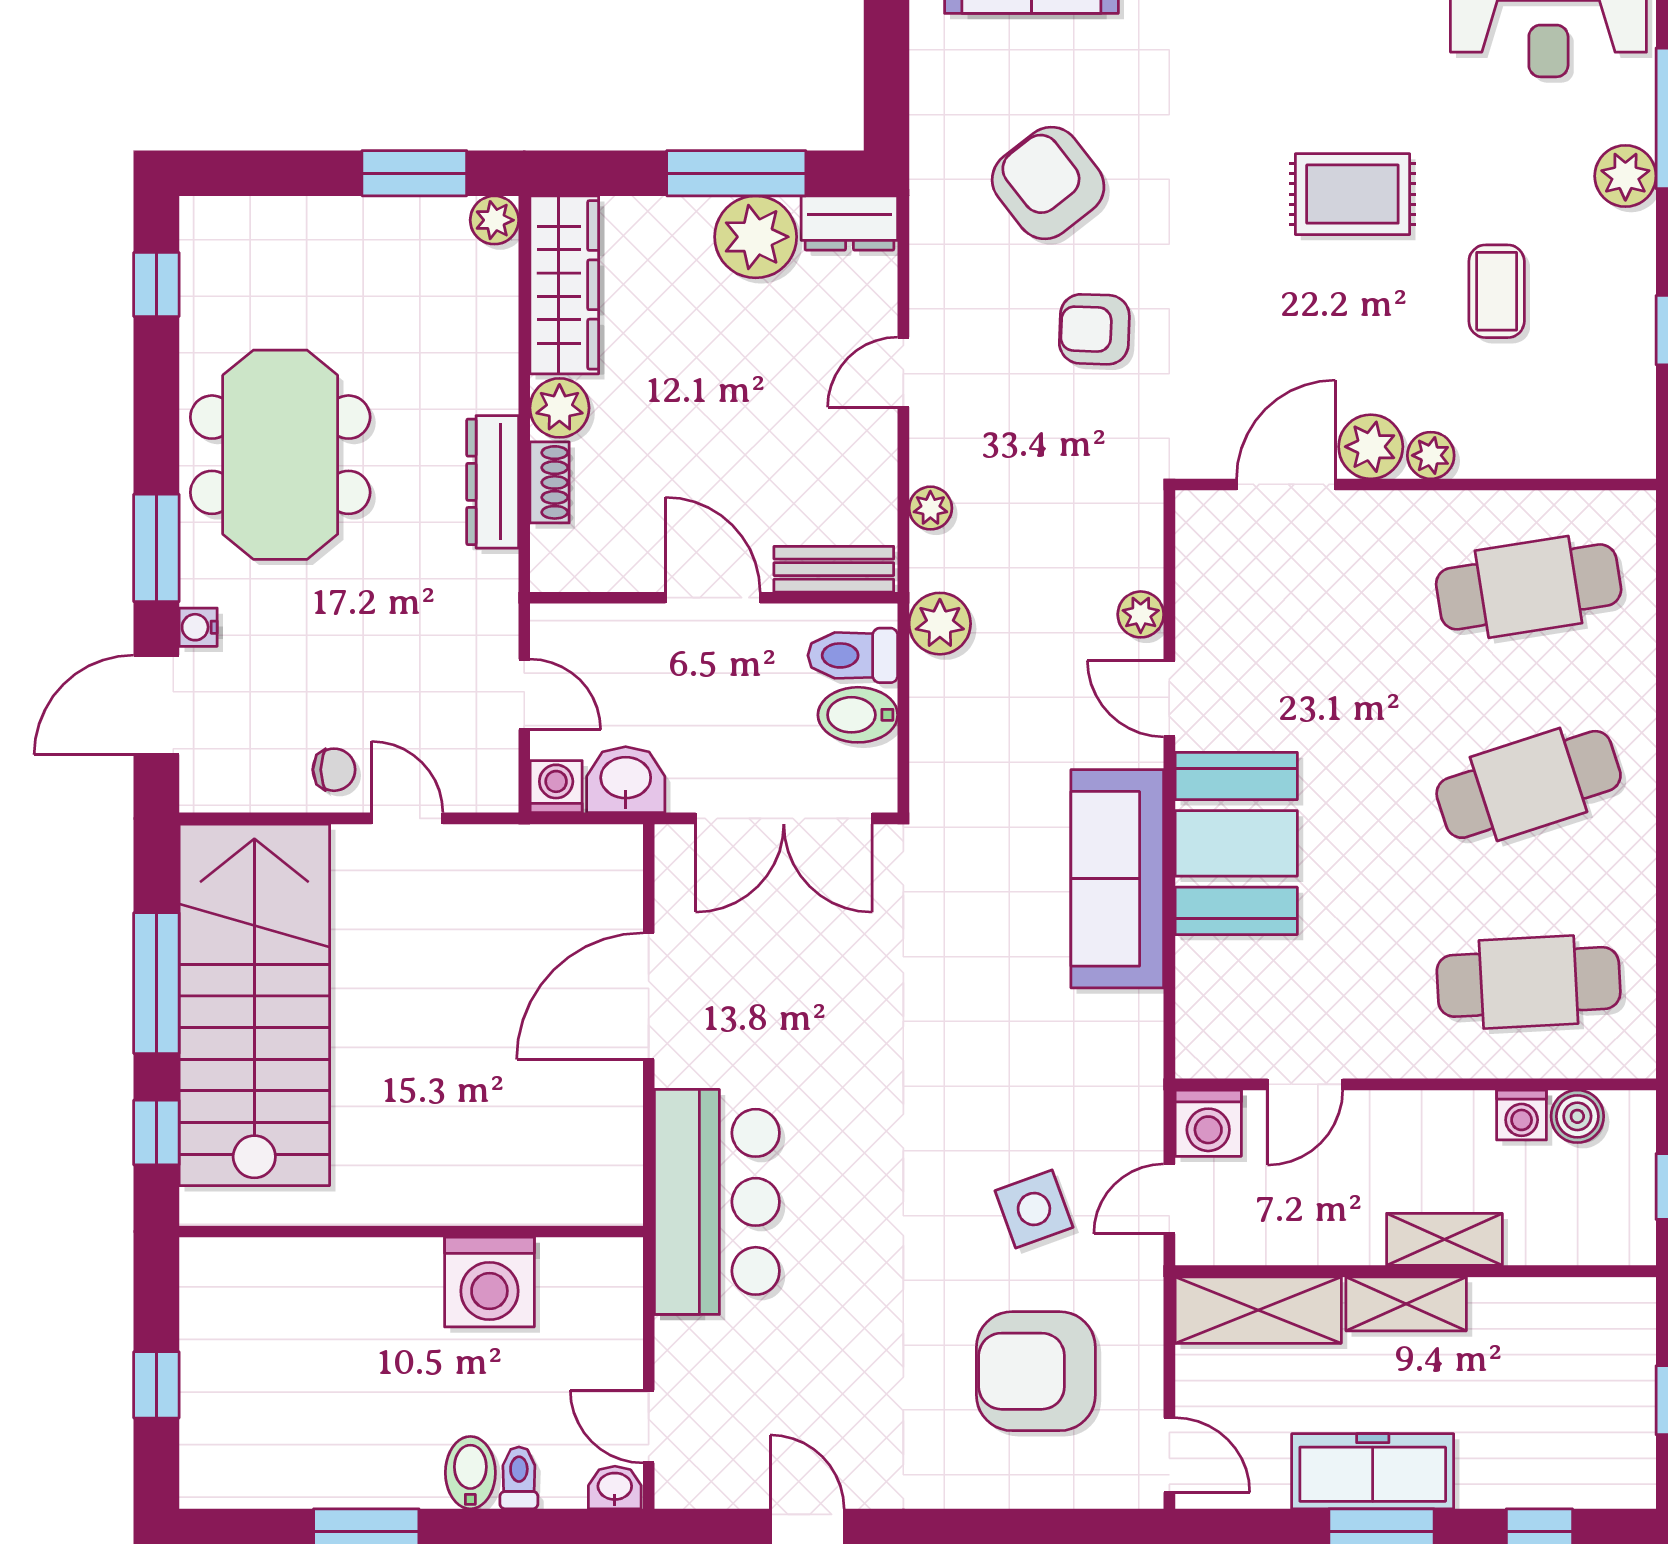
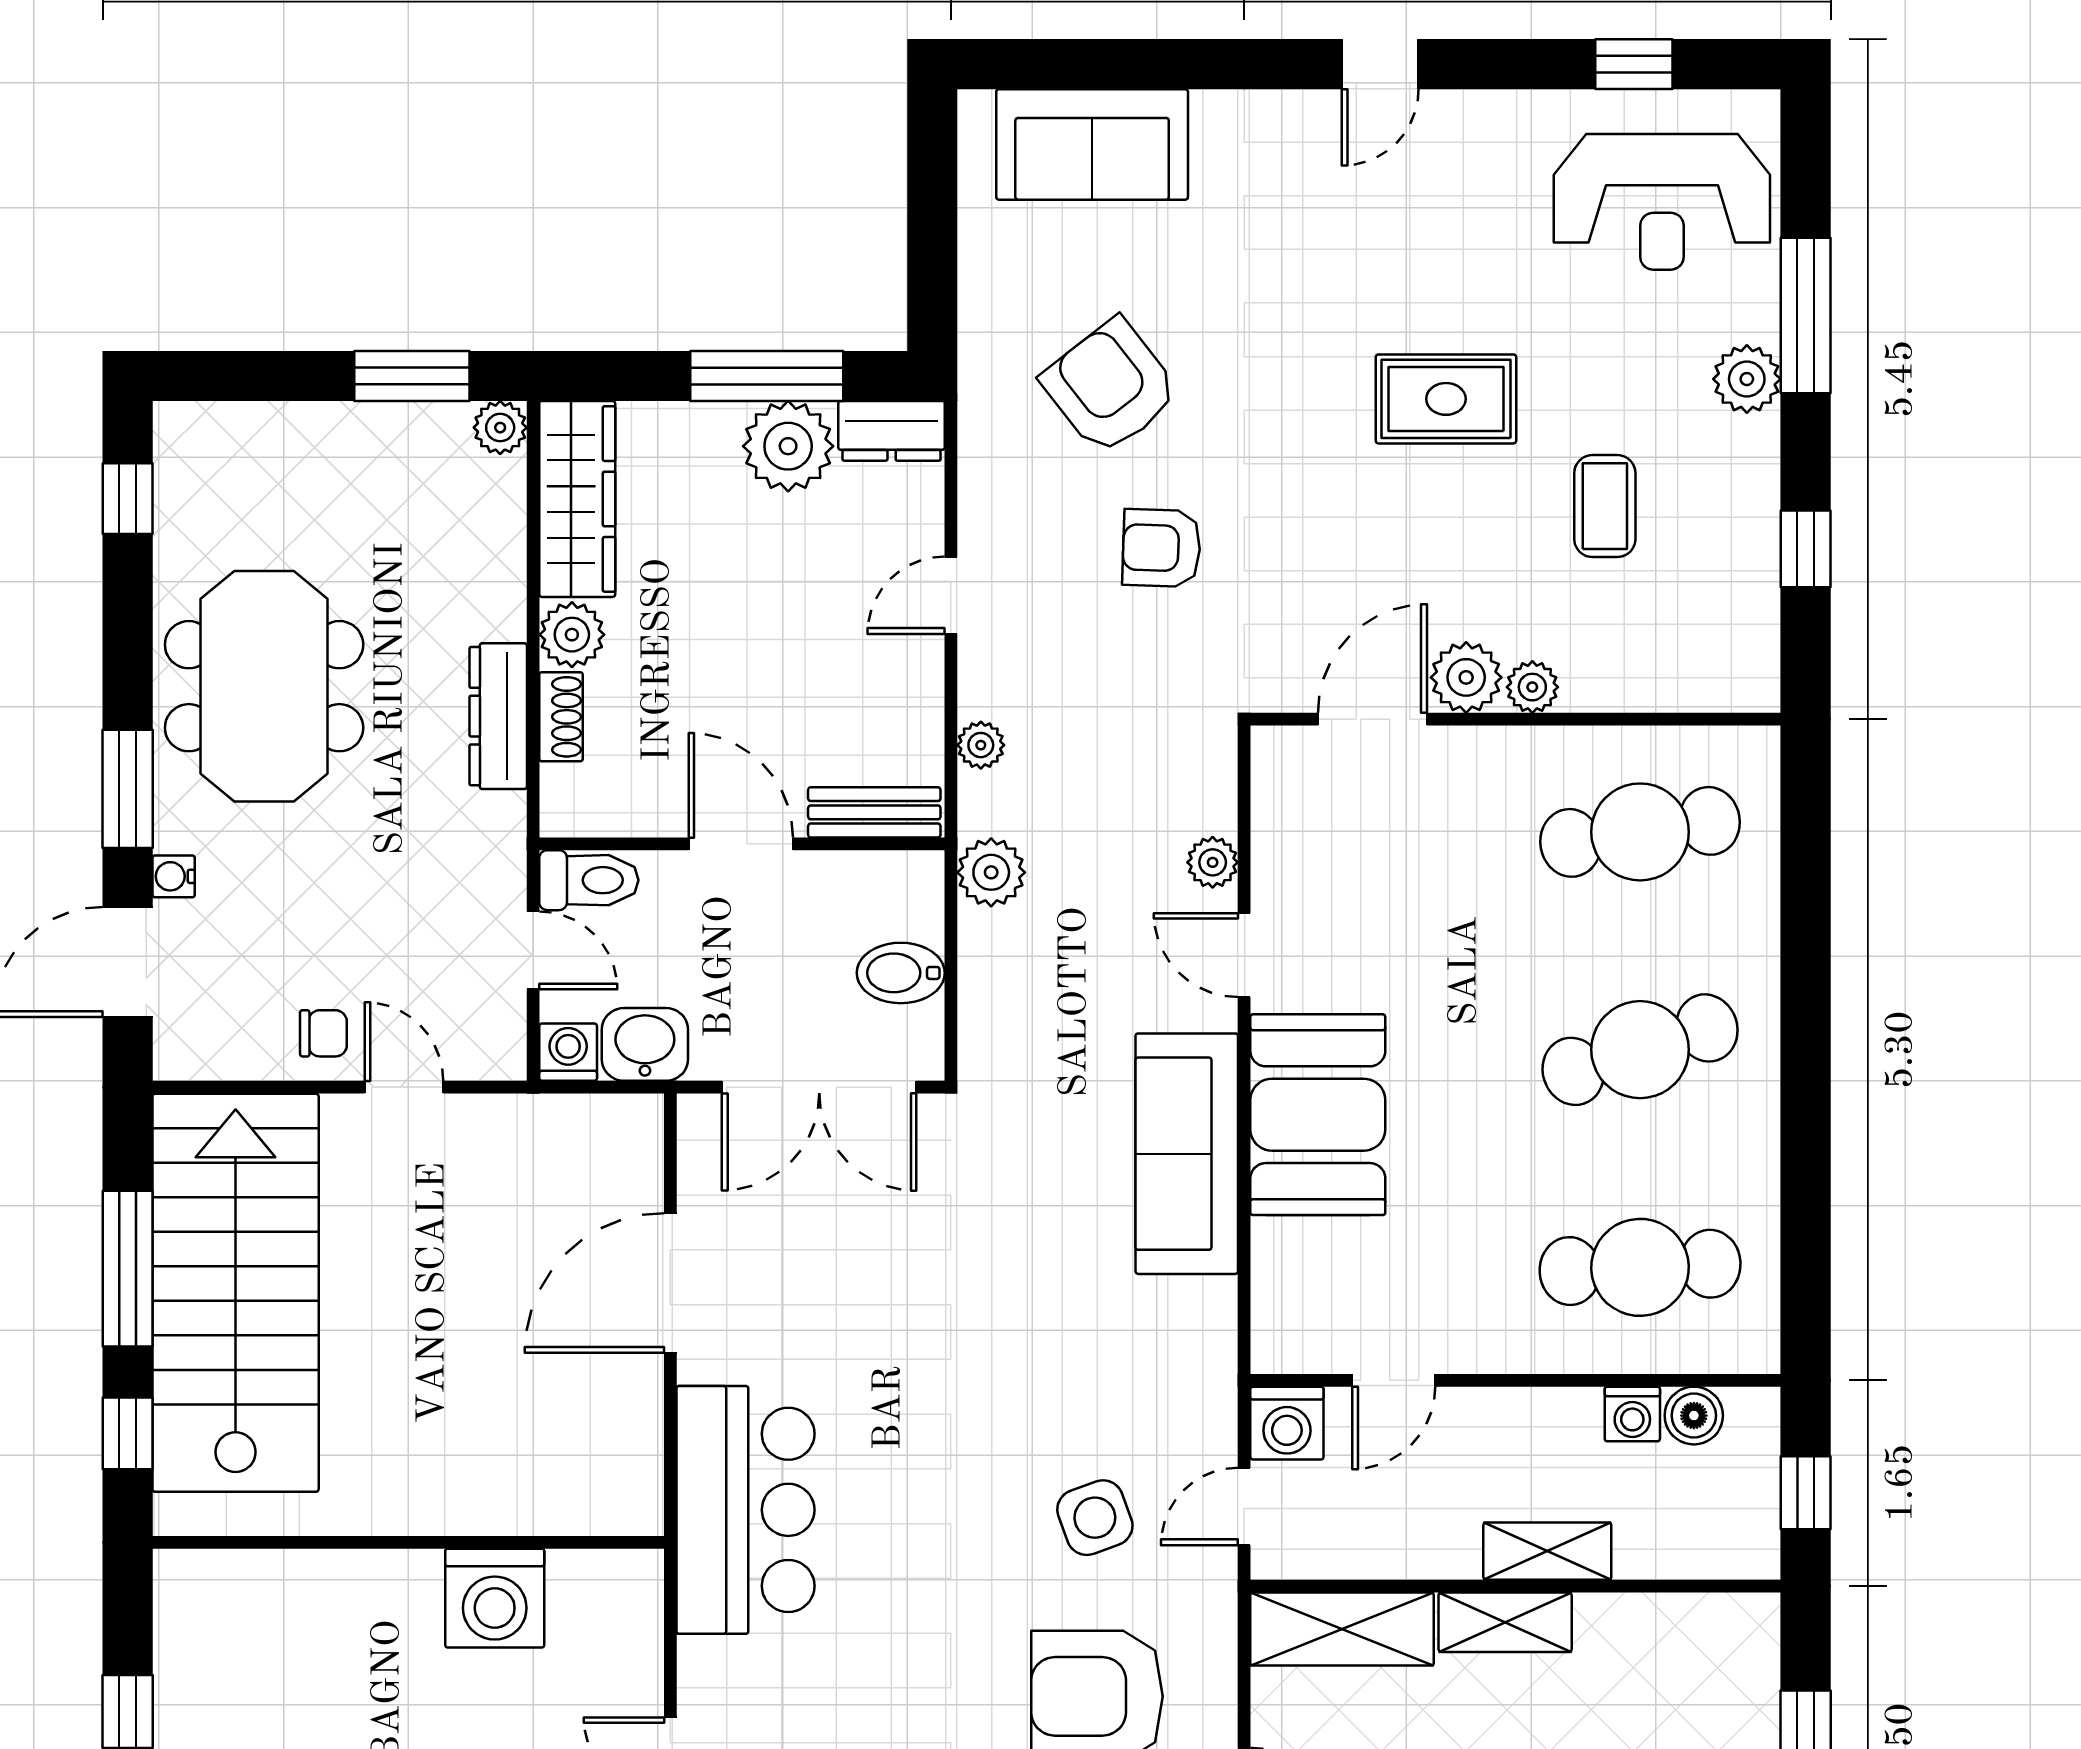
toilet: (853, 655) -> (589, 880), moved, turned 180

